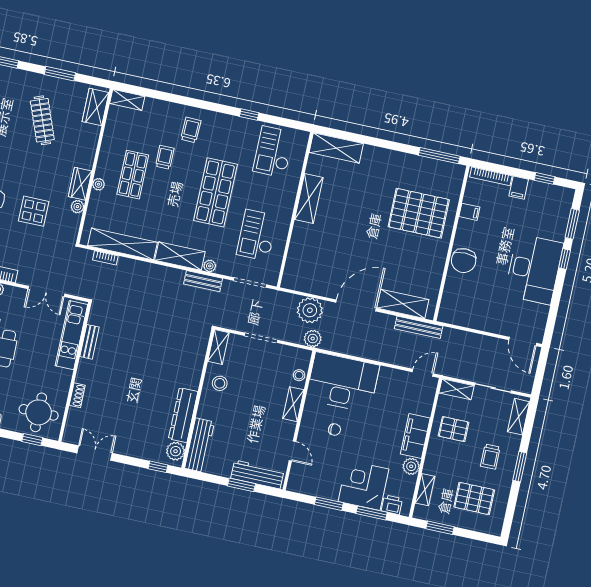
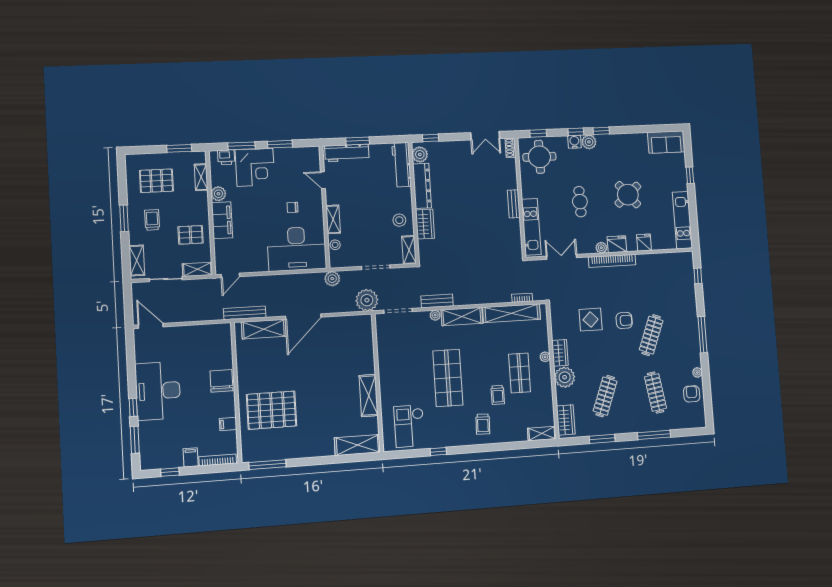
clothes rail: (42, 120) -> (605, 396), turned 42
checkout: (273, 152) -> (409, 426), turned 180
plant: (77, 207) -> (565, 377), moved, width x1.88, depth x1.88
checkout: (257, 235) -> (403, 352), removed
plant: (310, 310) -> (367, 300), moved
bench: (89, 342) -> (514, 204), moved
wardrobe: (192, 371) -> (425, 224), added
shoe rack: (77, 395) -> (510, 148), moved

